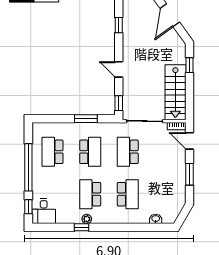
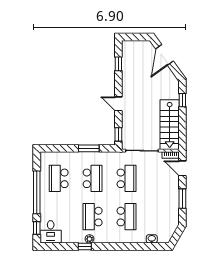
school desk: (128, 152) -> (127, 178), turned 180

